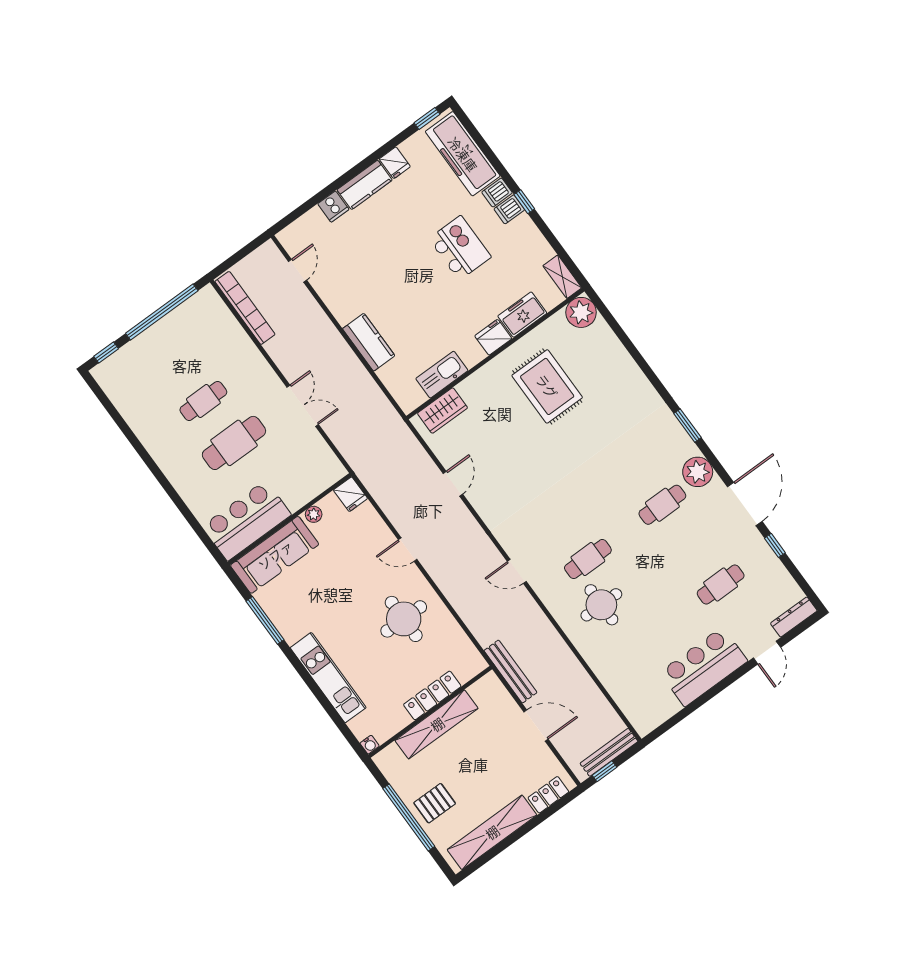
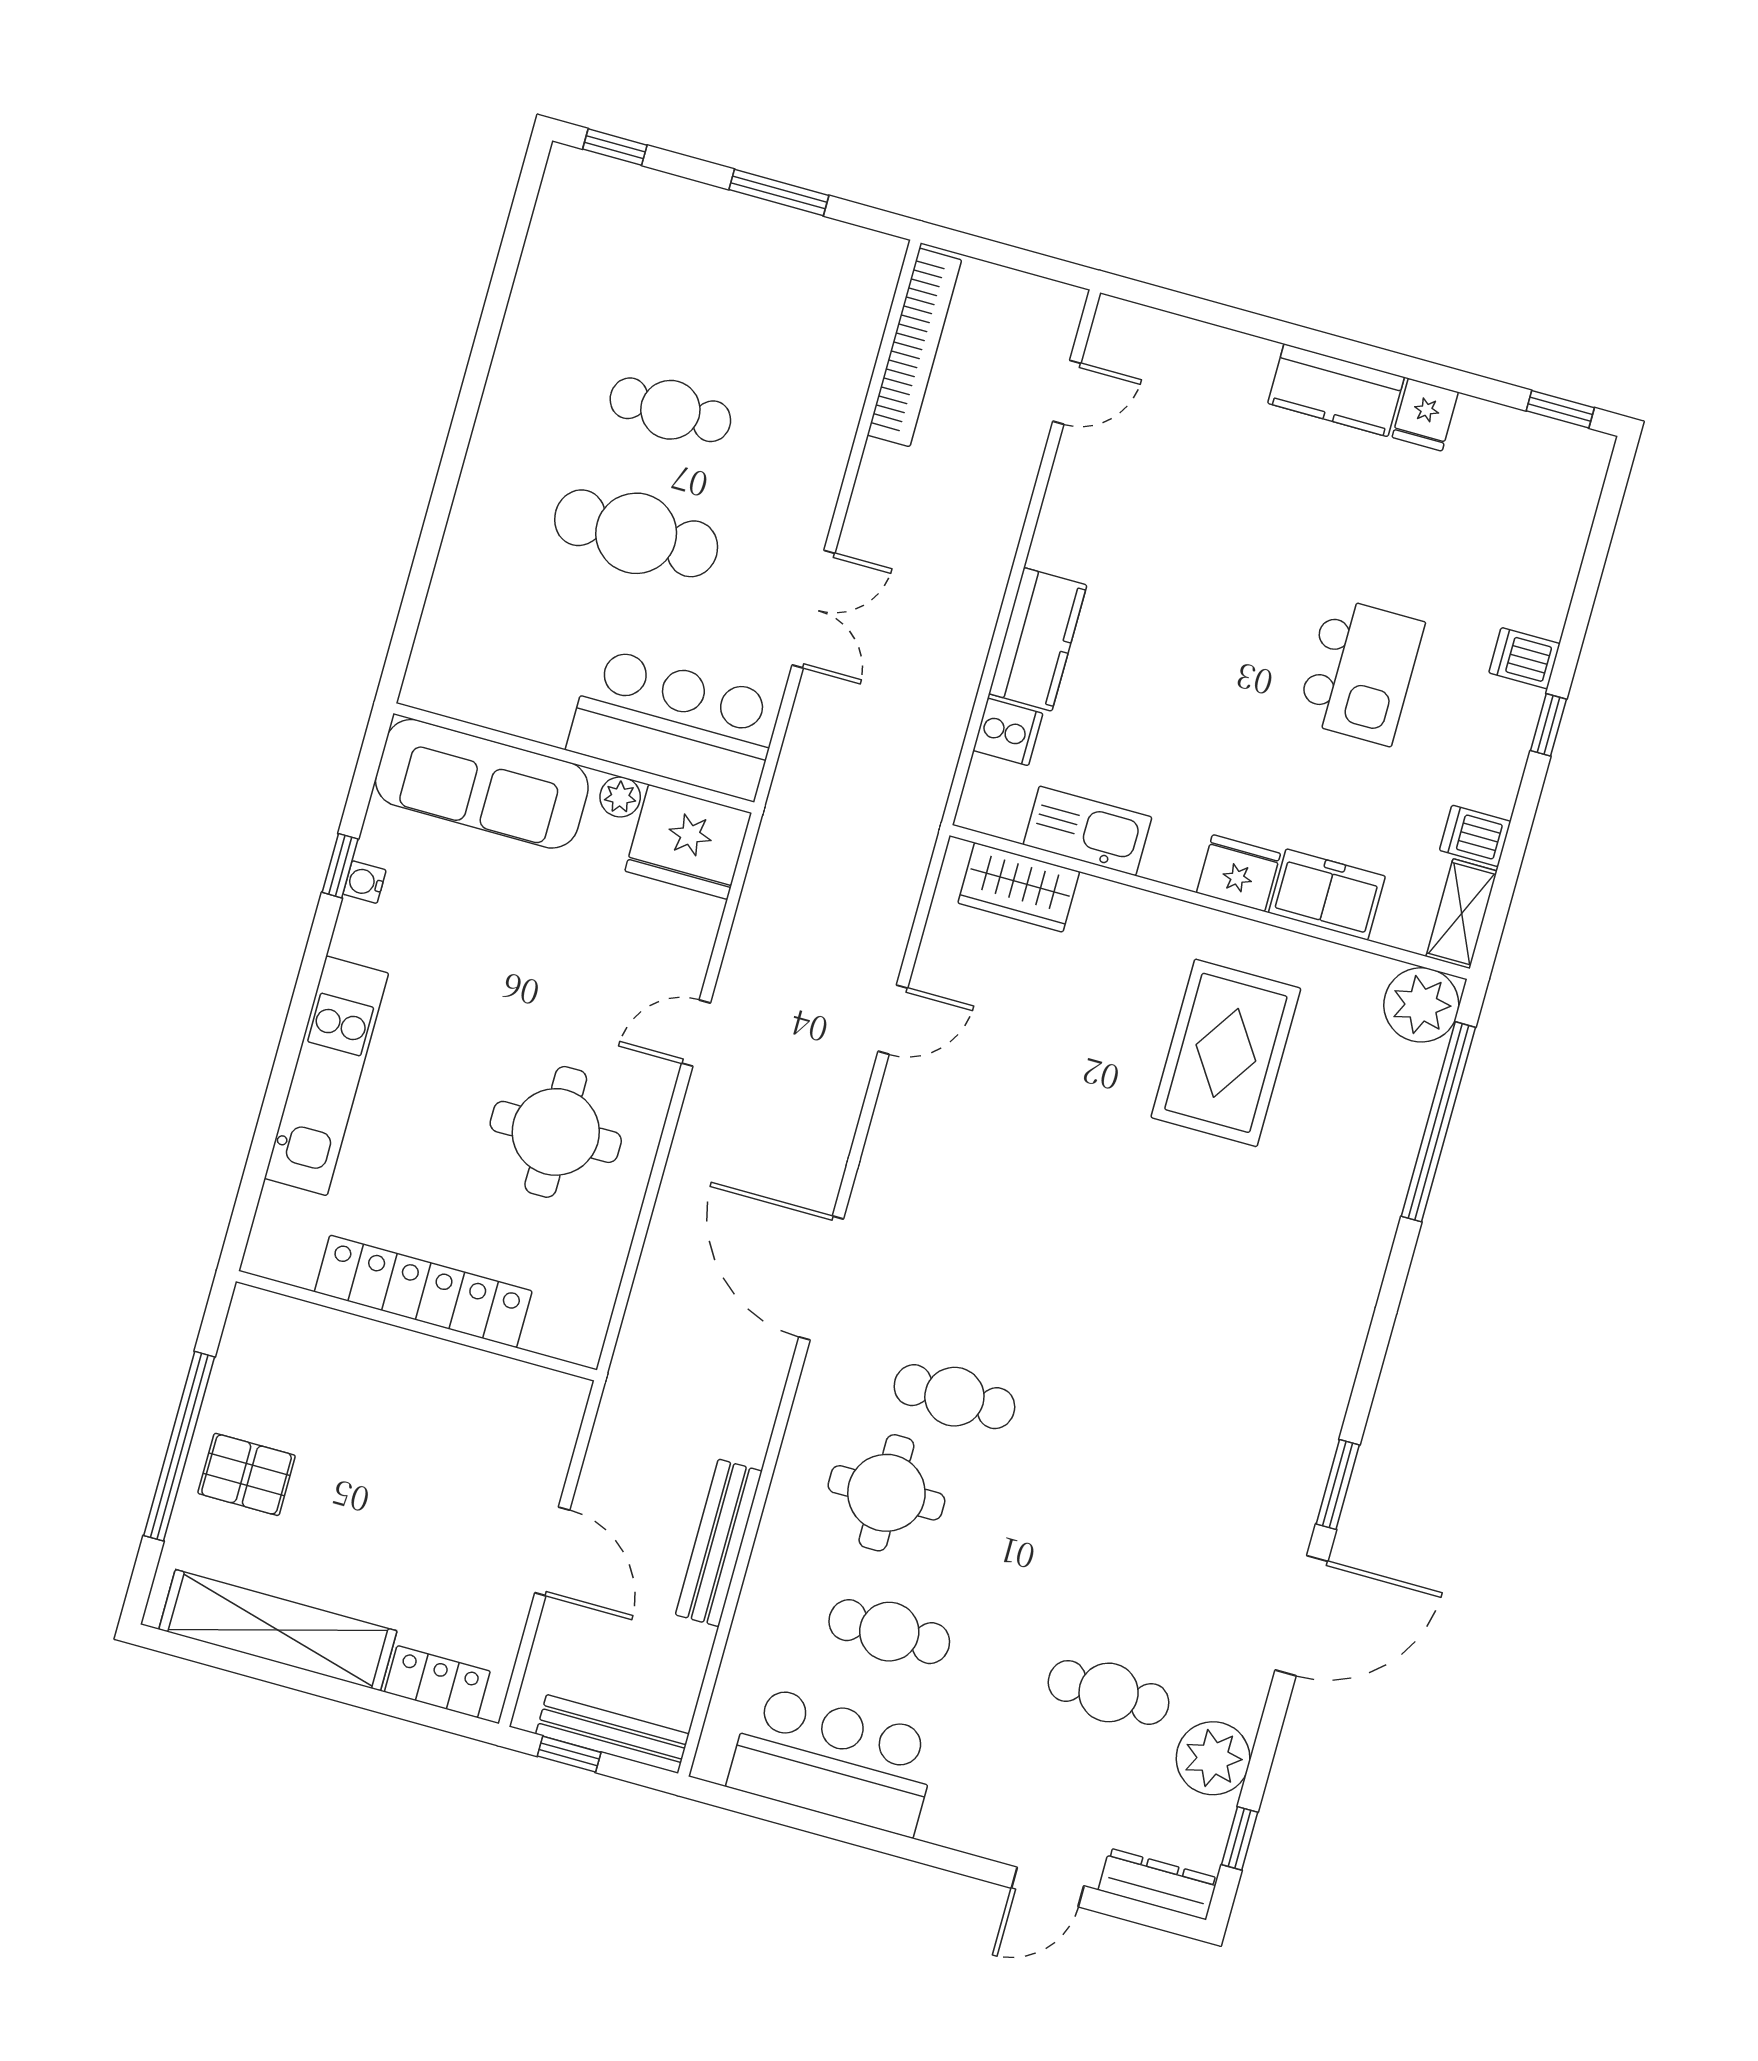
freezer: (463, 154) -> (1547, 532), removed
cooker: (333, 207) -> (1008, 732), moved, turned -90
dishwasher: (509, 209) -> (1475, 836), moved
window: (162, 312) -> (779, 193), width x0.47
window: (622, 336) -> (1438, 1122), added
window: (687, 426) -> (1338, 1485), moved
plant: (698, 472) -> (1213, 1758), moved
fridge: (350, 494) -> (688, 842), width x1.88, depth x1.34
cafe table: (662, 505) -> (889, 1632), moved
bar counter: (247, 521) -> (674, 724), moved
window: (775, 545) -> (1240, 1838), moved
door: (408, 550) -> (696, 1033), hinge flipped
door: (517, 571) -> (821, 1278), width x1.87
window: (265, 620) -> (340, 866), width x0.46
bar counter: (704, 667) -> (834, 1761), moved
bench: (510, 672) -> (719, 1543), moved
locker: (432, 695) -> (423, 1291), width x1.41, depth x1.21
shelving: (437, 724) -> (402, 1357), removed
water cooler: (370, 745) -> (365, 882), moved, turned 90

